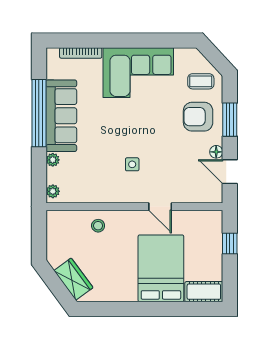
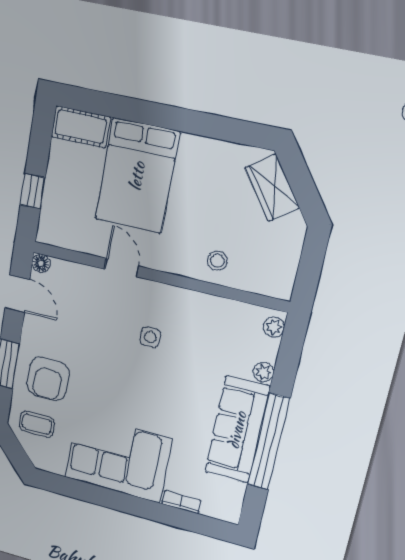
bookcase: (81, 53) -> (181, 502), width x0.64
armchair: (198, 117) -> (48, 379), turned 92
floor lamp: (216, 152) -> (41, 263), moved

